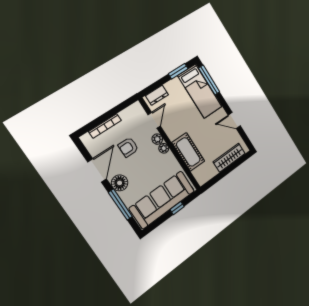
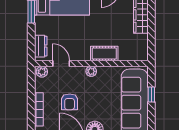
plant: (157, 139) -> (42, 72), moved
cot: (188, 152) -> (104, 53), width x0.73, depth x0.75

